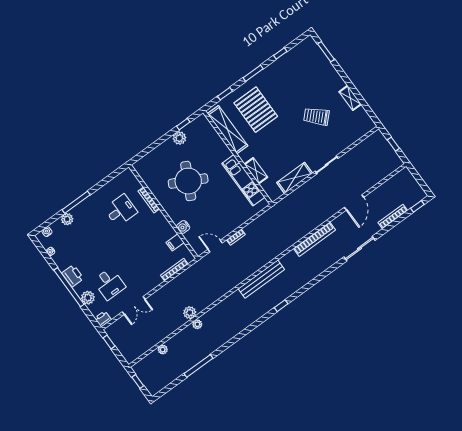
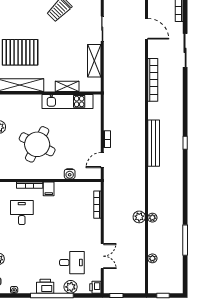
filing cabinet: (175, 242) -> (49, 189), moved

